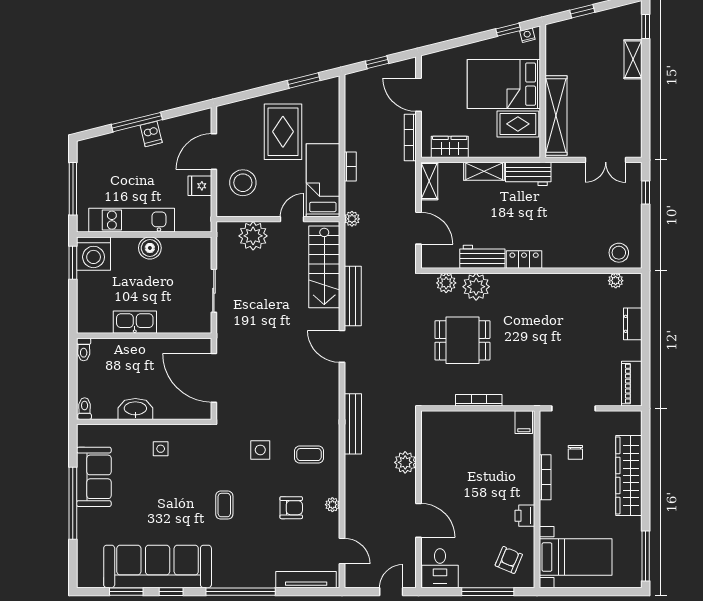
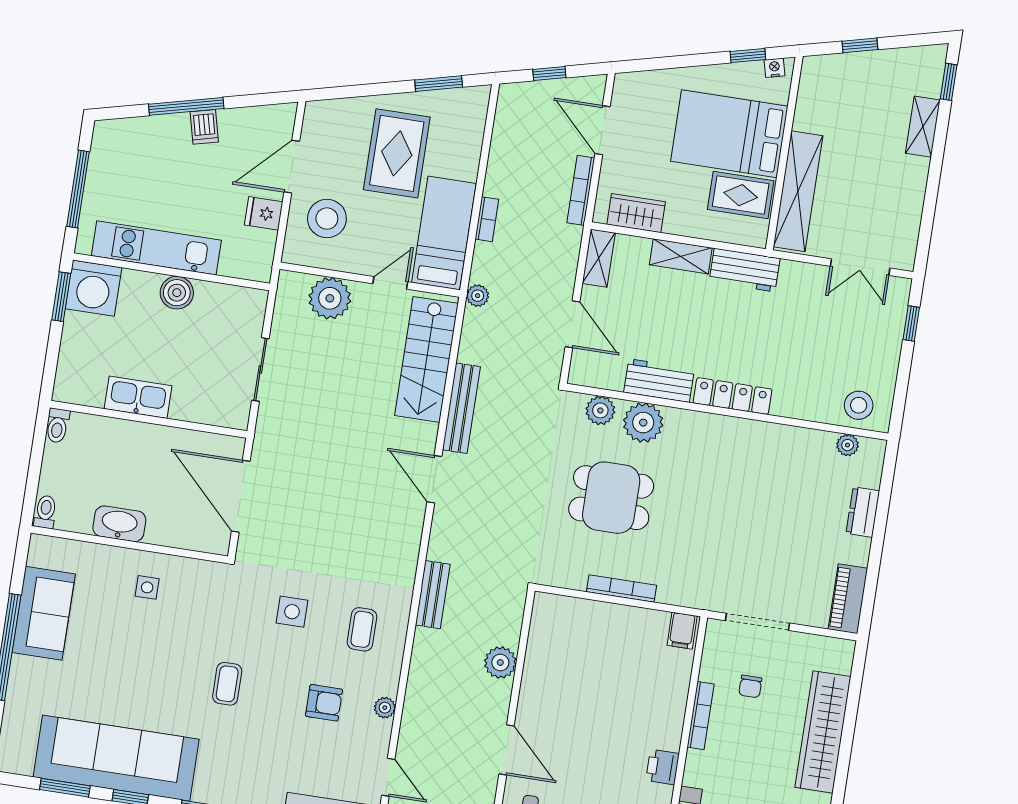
locker: (524, 260) -> (732, 396), width x1.53
bench: (353, 424) -> (433, 595), width x0.73
coffee table: (309, 455) -> (362, 629), turned 90

